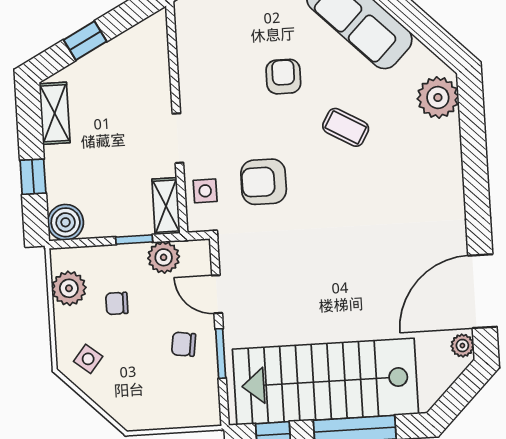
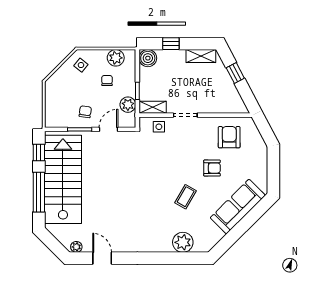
plant: (438, 97) -> (183, 242), moved
armchair: (264, 182) -> (229, 137), moved
door: (482, 291) -> (102, 258), width x0.53

